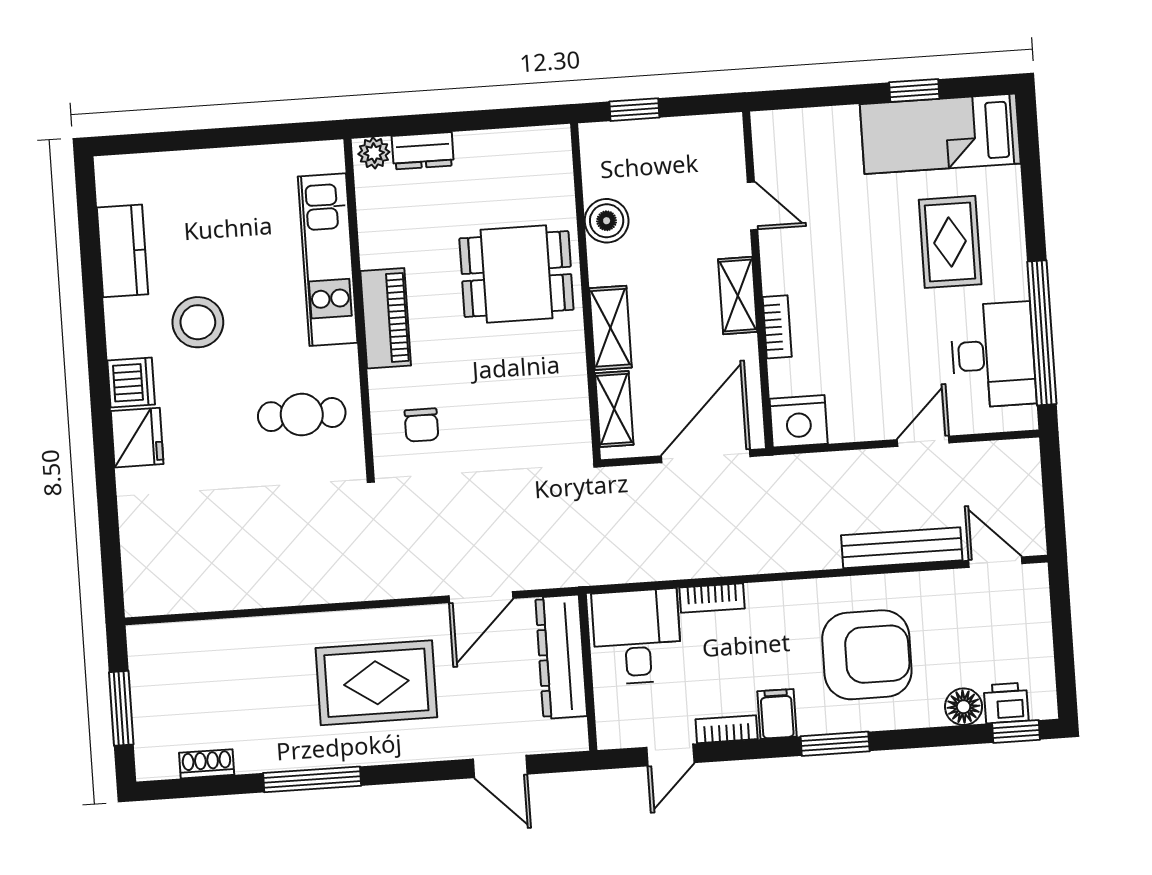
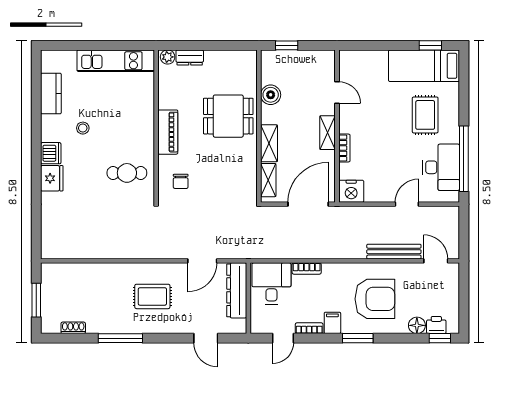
window: (914, 91) -> (430, 45), moved
kitchen unit: (328, 260) -> (116, 61), moved, turned -90
stool: (198, 322) -> (83, 128), width x0.53, depth x0.53
rug: (376, 683) -> (152, 296), width x0.73, depth x0.70

